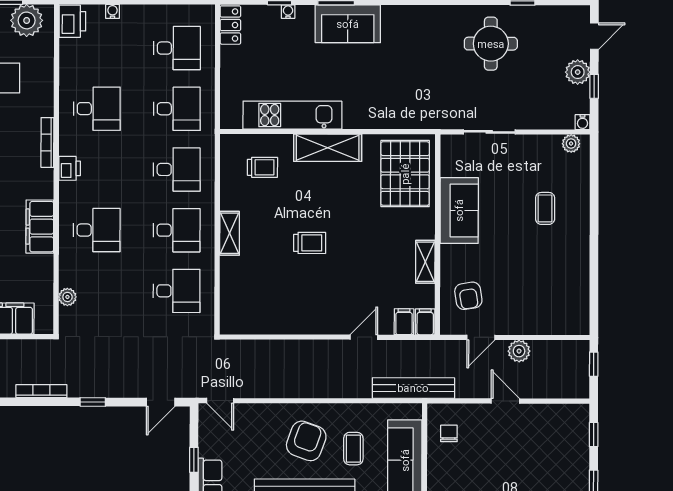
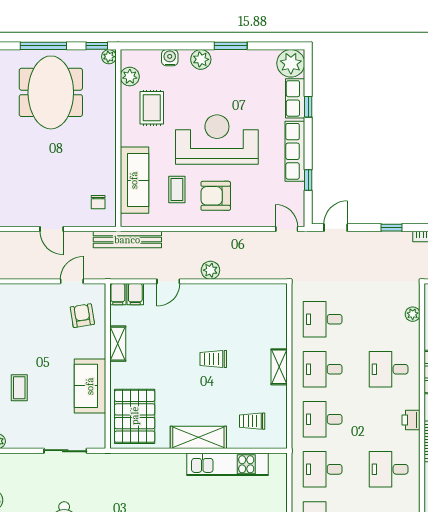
plant: (519, 351) -> (210, 270), moved
armchair: (306, 441) -> (216, 196), turned 70

